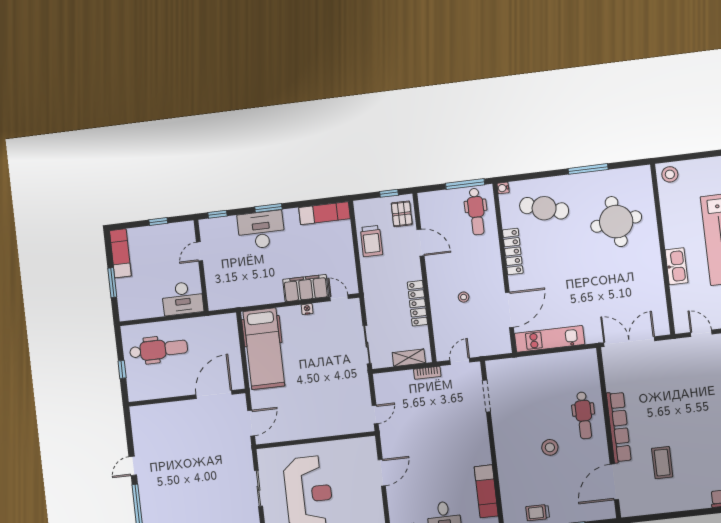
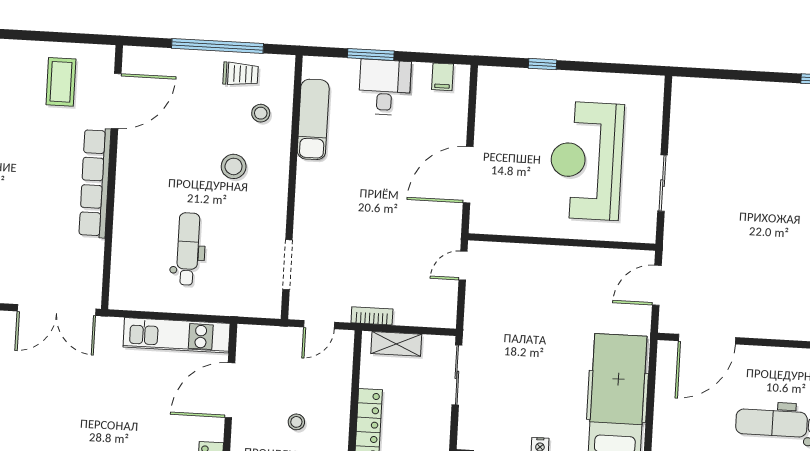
dental chair: (584, 415) -> (188, 249), moved
stool: (550, 447) -> (234, 166), moved
coffee table: (662, 463) -> (61, 82), moved
door: (382, 473) -> (468, 175), width x1.36
stool: (520, 490) -> (261, 113), added

